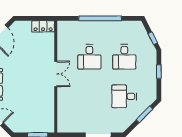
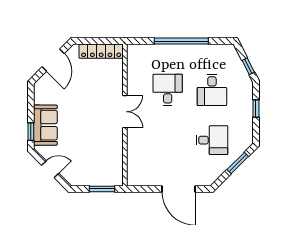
locker: (43, 26) -> (101, 51), width x1.53
desk: (89, 57) -> (168, 90), turned 180
desk: (124, 96) -> (212, 140), turned 180

